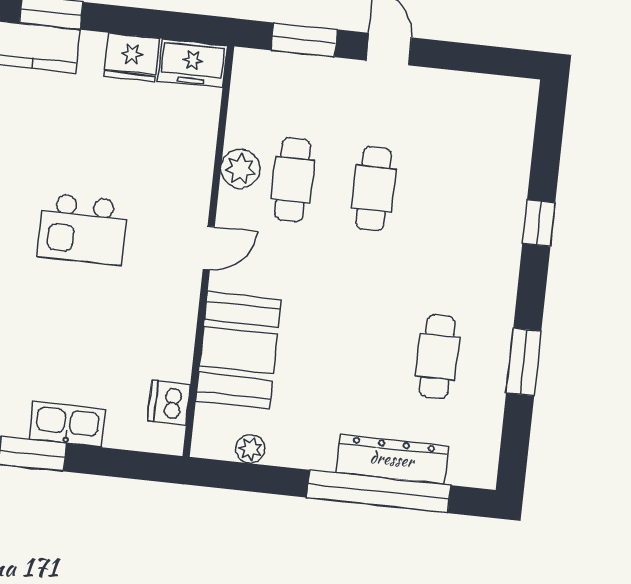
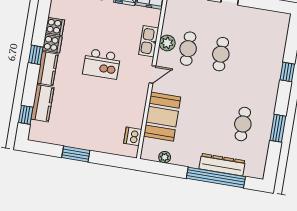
kitchen sink: (67, 424) -> (149, 41), moved, turned -90

